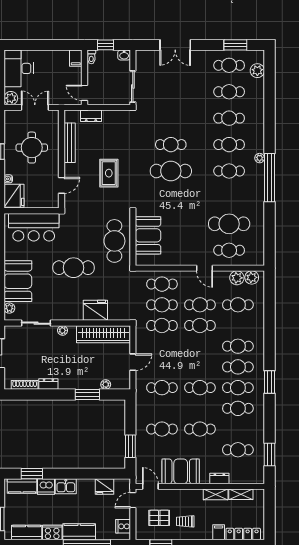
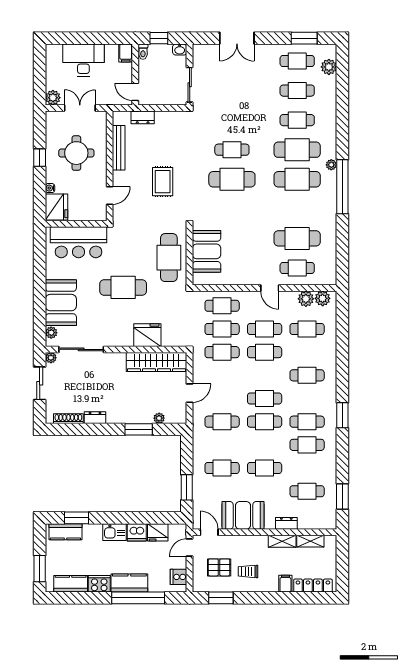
desk: (19, 68) -> (83, 60), moved, turned 90
cafe table: (229, 145) -> (297, 150), width x1.37, depth x1.35
cafe table: (229, 171) -> (297, 179), width x1.37, depth x1.35
sliding door: (36, 323) -> (81, 349), width x1.37
plant: (63, 330) -> (51, 358), moved
cafe table: (238, 367) -> (265, 399), moved
dishwasher: (46, 487) -> (137, 532), moved

